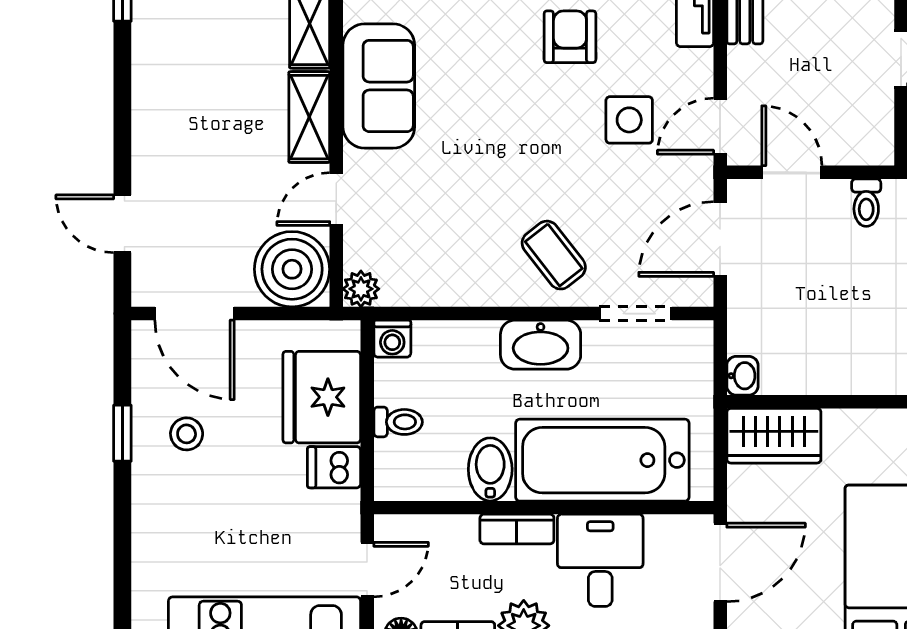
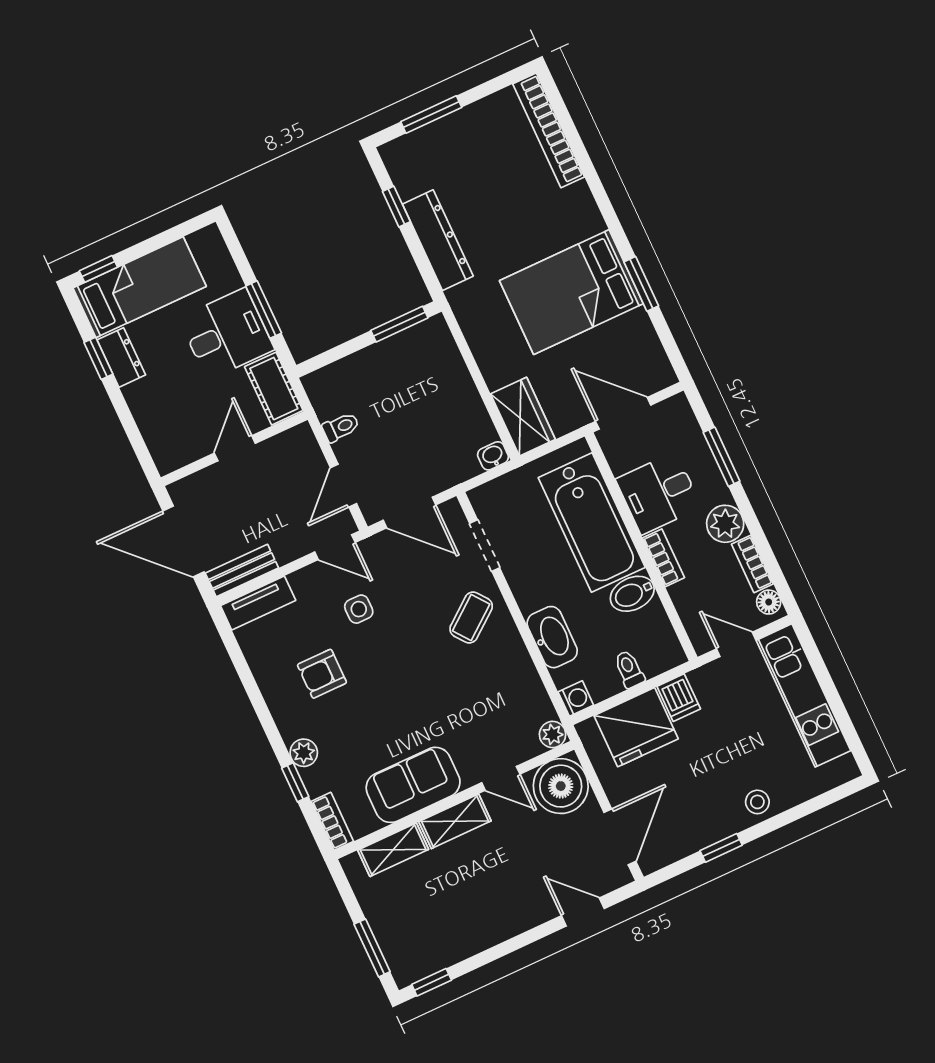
side table: (629, 120) -> (359, 609), width x0.73, depth x0.73
door: (122, 224) -> (583, 912), swing flipped
washbasin: (541, 345) -> (552, 637), moved
stool: (187, 434) -> (757, 802), moved

